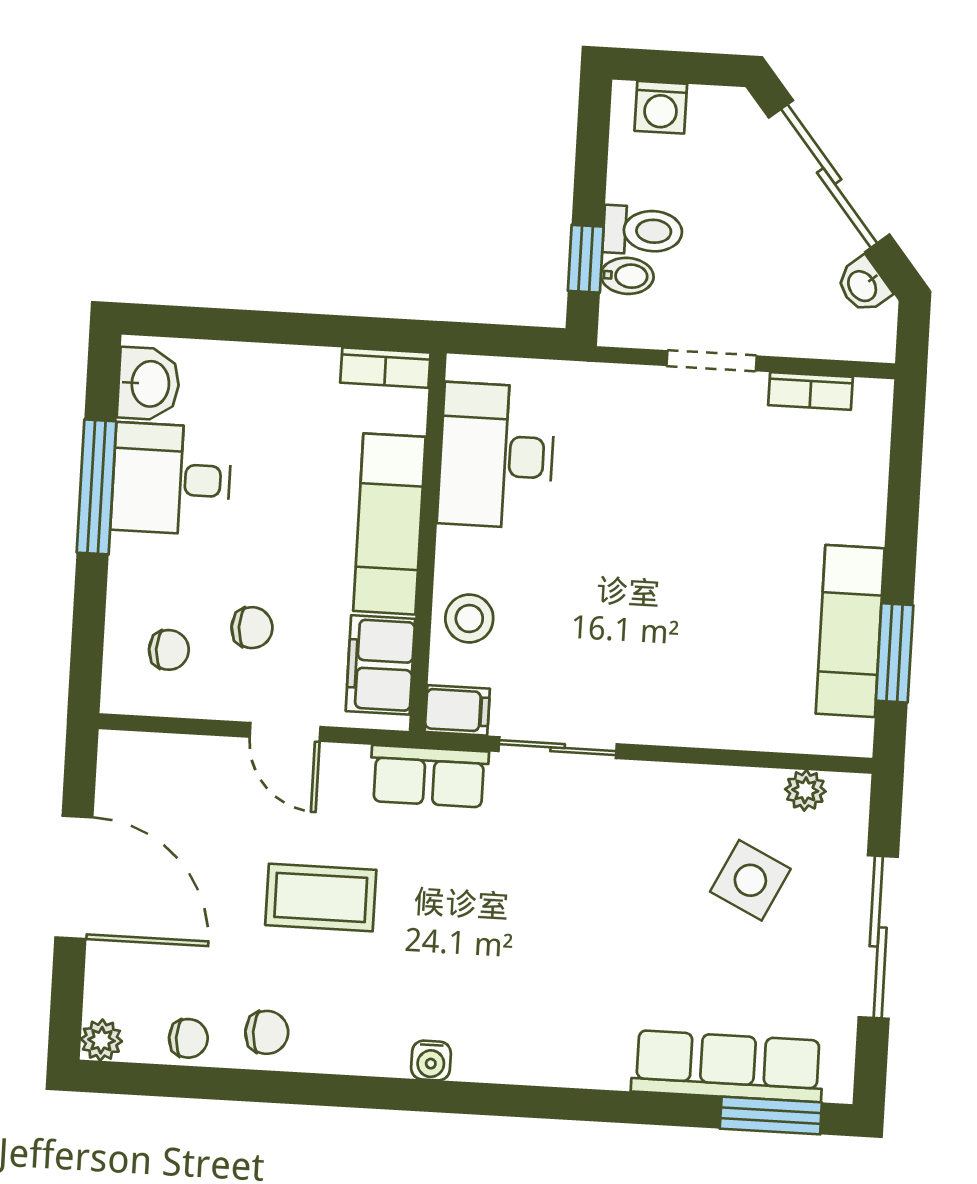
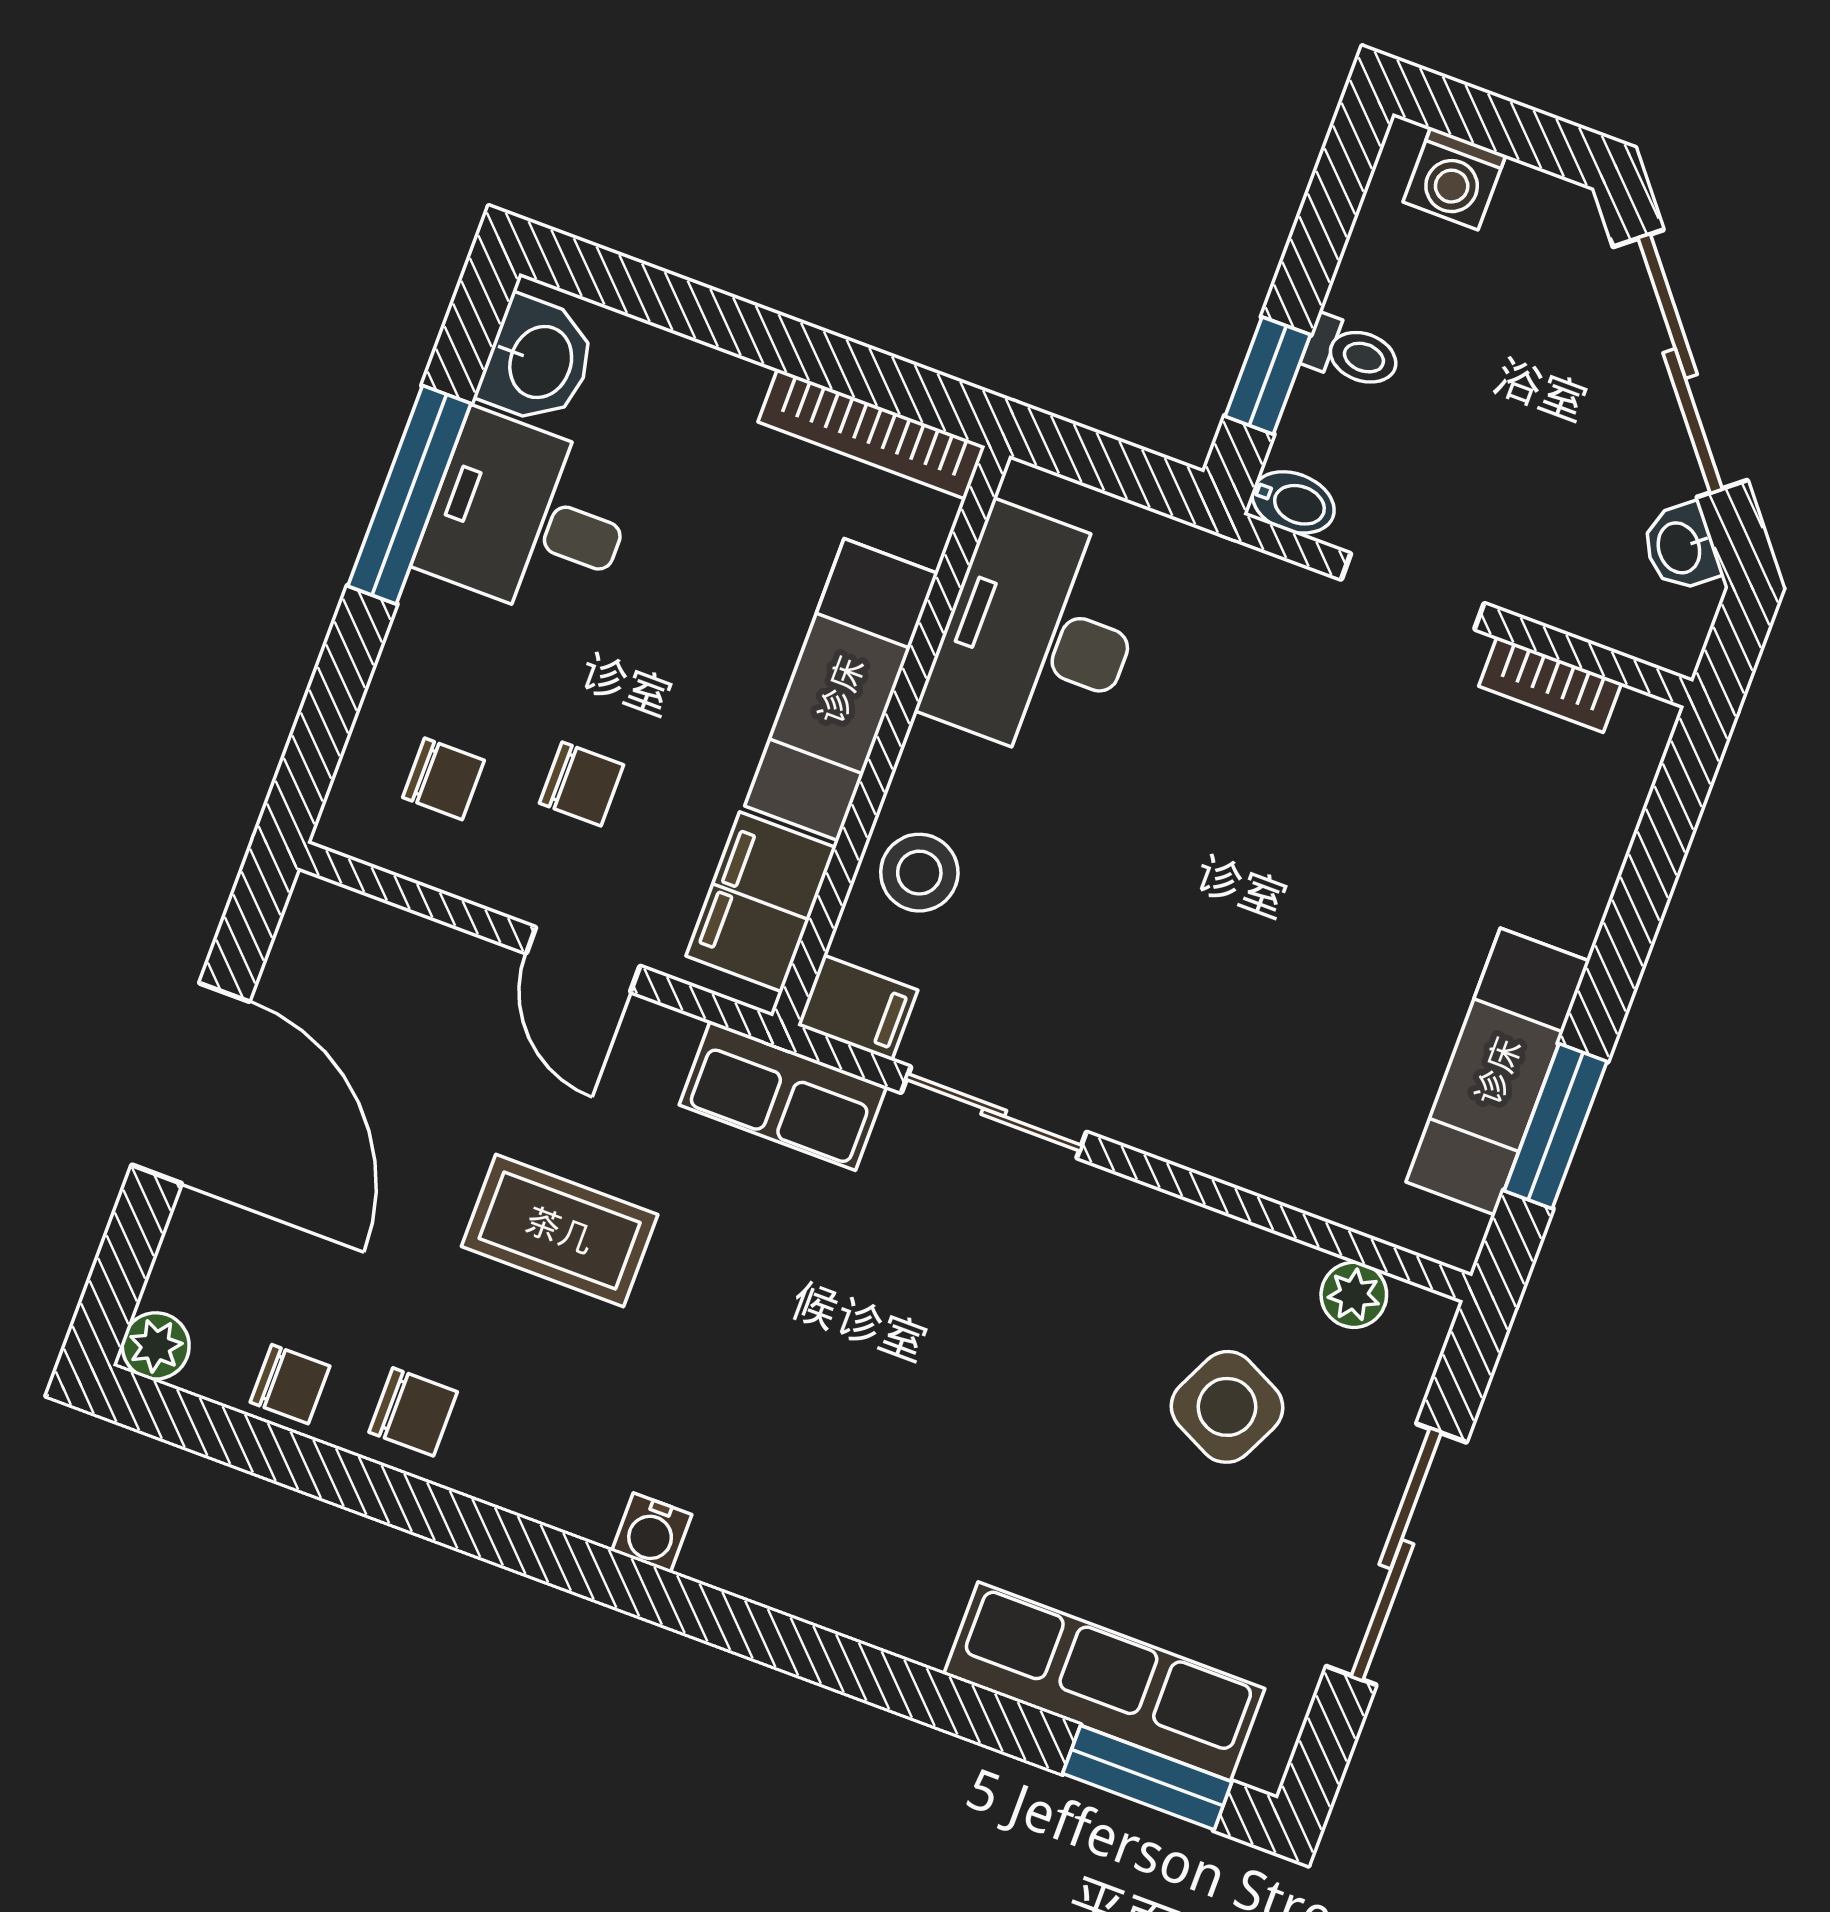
toilet: (643, 231) -> (1352, 353), width x0.73, depth x0.72
bidet: (627, 276) -> (1293, 502), moved
bookcase: (385, 368) -> (872, 434), width x1.56

